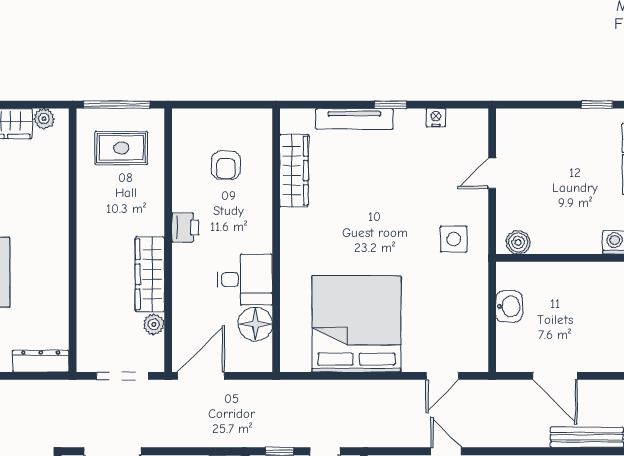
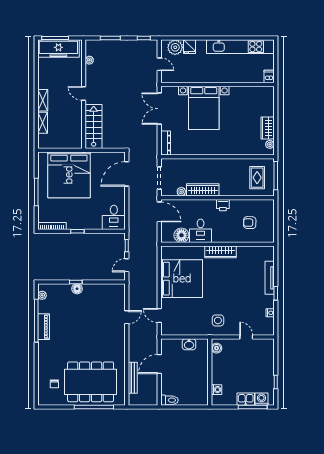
wardrobe: (294, 171) -> (220, 252), moved

